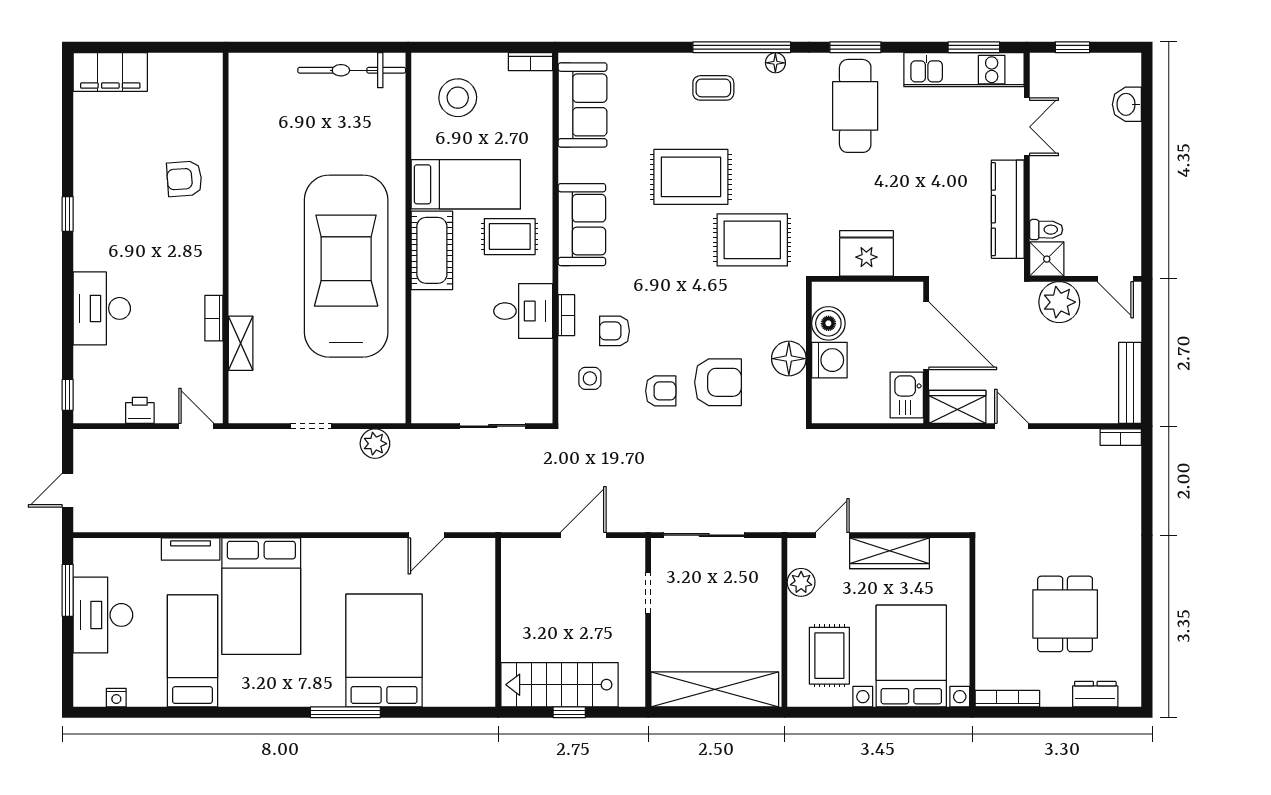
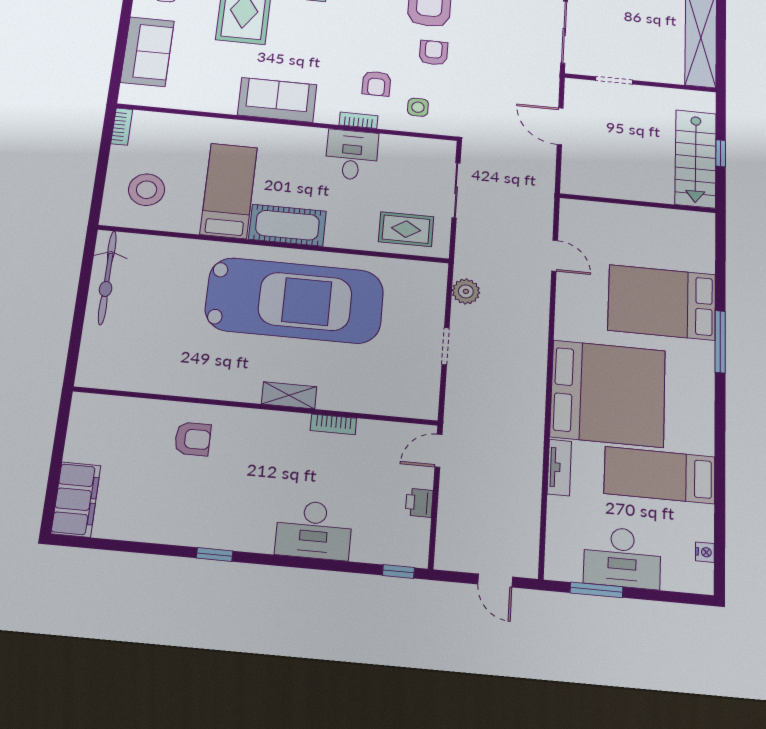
sofa: (583, 105) -> (147, 52), moved, turned 90
armchair: (184, 179) -> (193, 439), turned -86
rug: (510, 237) -> (406, 229), moved, turned 90
car: (346, 266) -> (295, 300), turned 180
shelving: (241, 343) -> (289, 395), moved
bed: (261, 596) -> (608, 393), width x1.36

